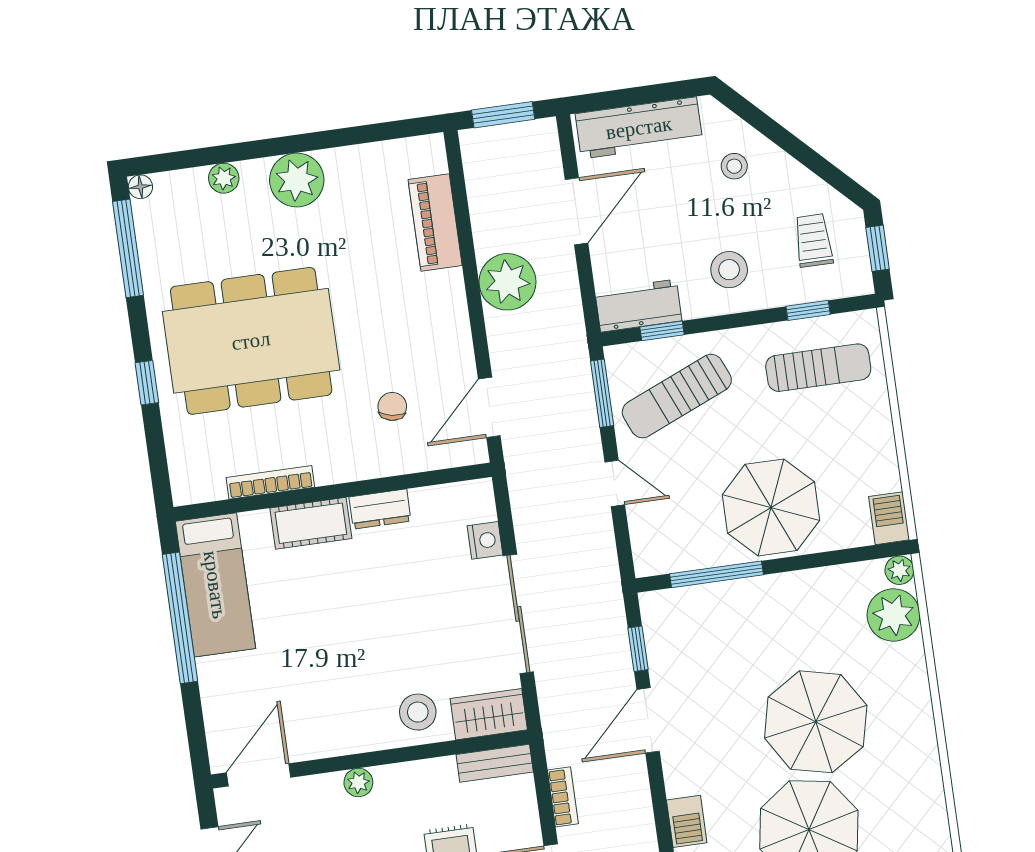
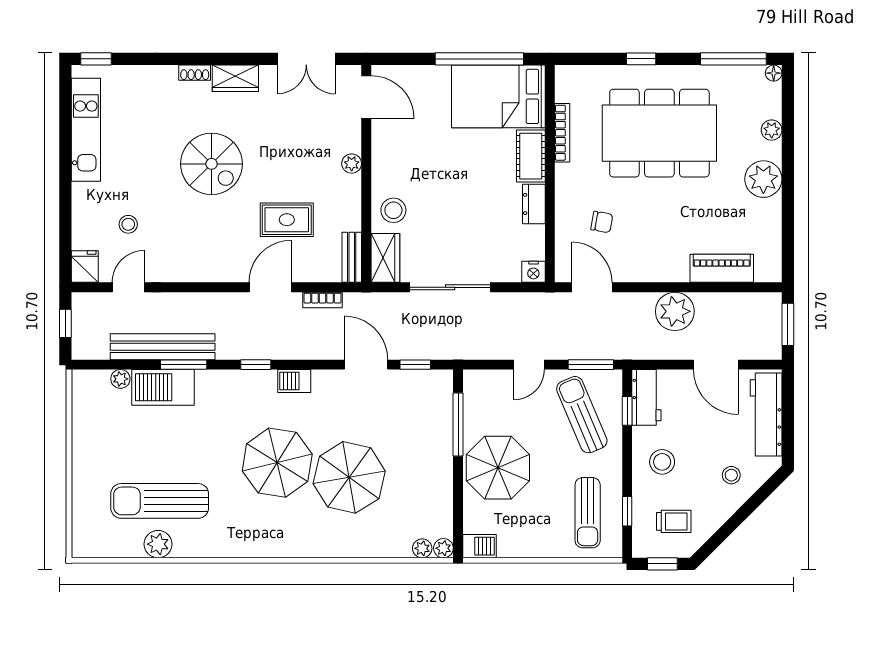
dining table: (251, 341) -> (659, 133), turned 90
nightstand: (485, 540) -> (533, 272), moved
bed: (215, 585) -> (498, 96), width x1.50
plant: (894, 615) -> (422, 548), width x0.53, depth x0.53

